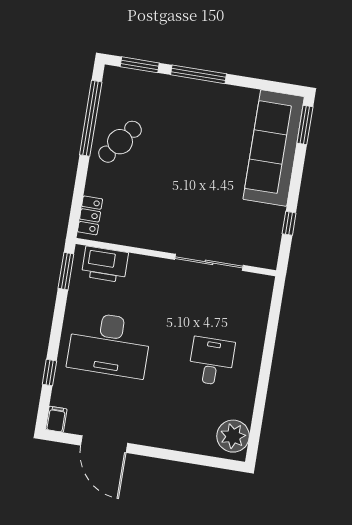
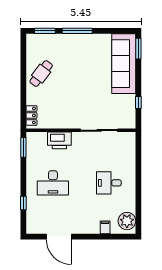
window: (91, 118) -> (23, 64), removed
printer: (105, 264) -> (59, 140), moved
desk: (109, 345) -> (53, 183), width x0.73, depth x0.77
desk: (211, 361) -> (109, 183), turned -90
filing cabinet: (56, 419) -> (105, 227), moved

